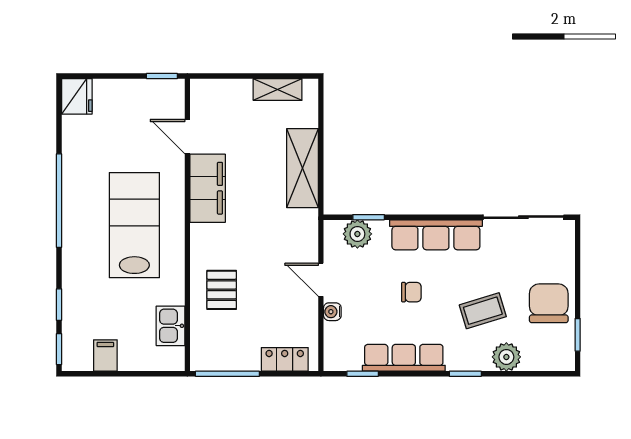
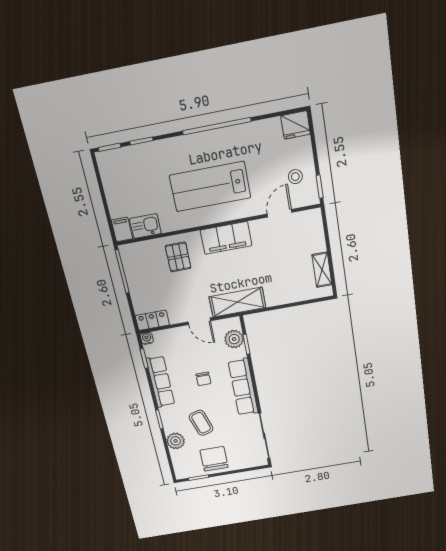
stool: (143, 107) -> (295, 177), added
shelving: (303, 168) -> (237, 302), moved
filing cabinet: (208, 188) -> (226, 238), moved
lab bench: (134, 225) -> (210, 187), turned 180
door: (321, 280) -> (199, 321), swing flipped
pallet: (222, 290) -> (178, 257), turned 90
chair: (549, 303) -> (214, 459), turned -90
water cooler: (332, 312) -> (147, 338), moved
filing cabinet: (105, 355) -> (122, 229), moved, turned -90
locker: (285, 359) -> (152, 320), moved, turned -90

